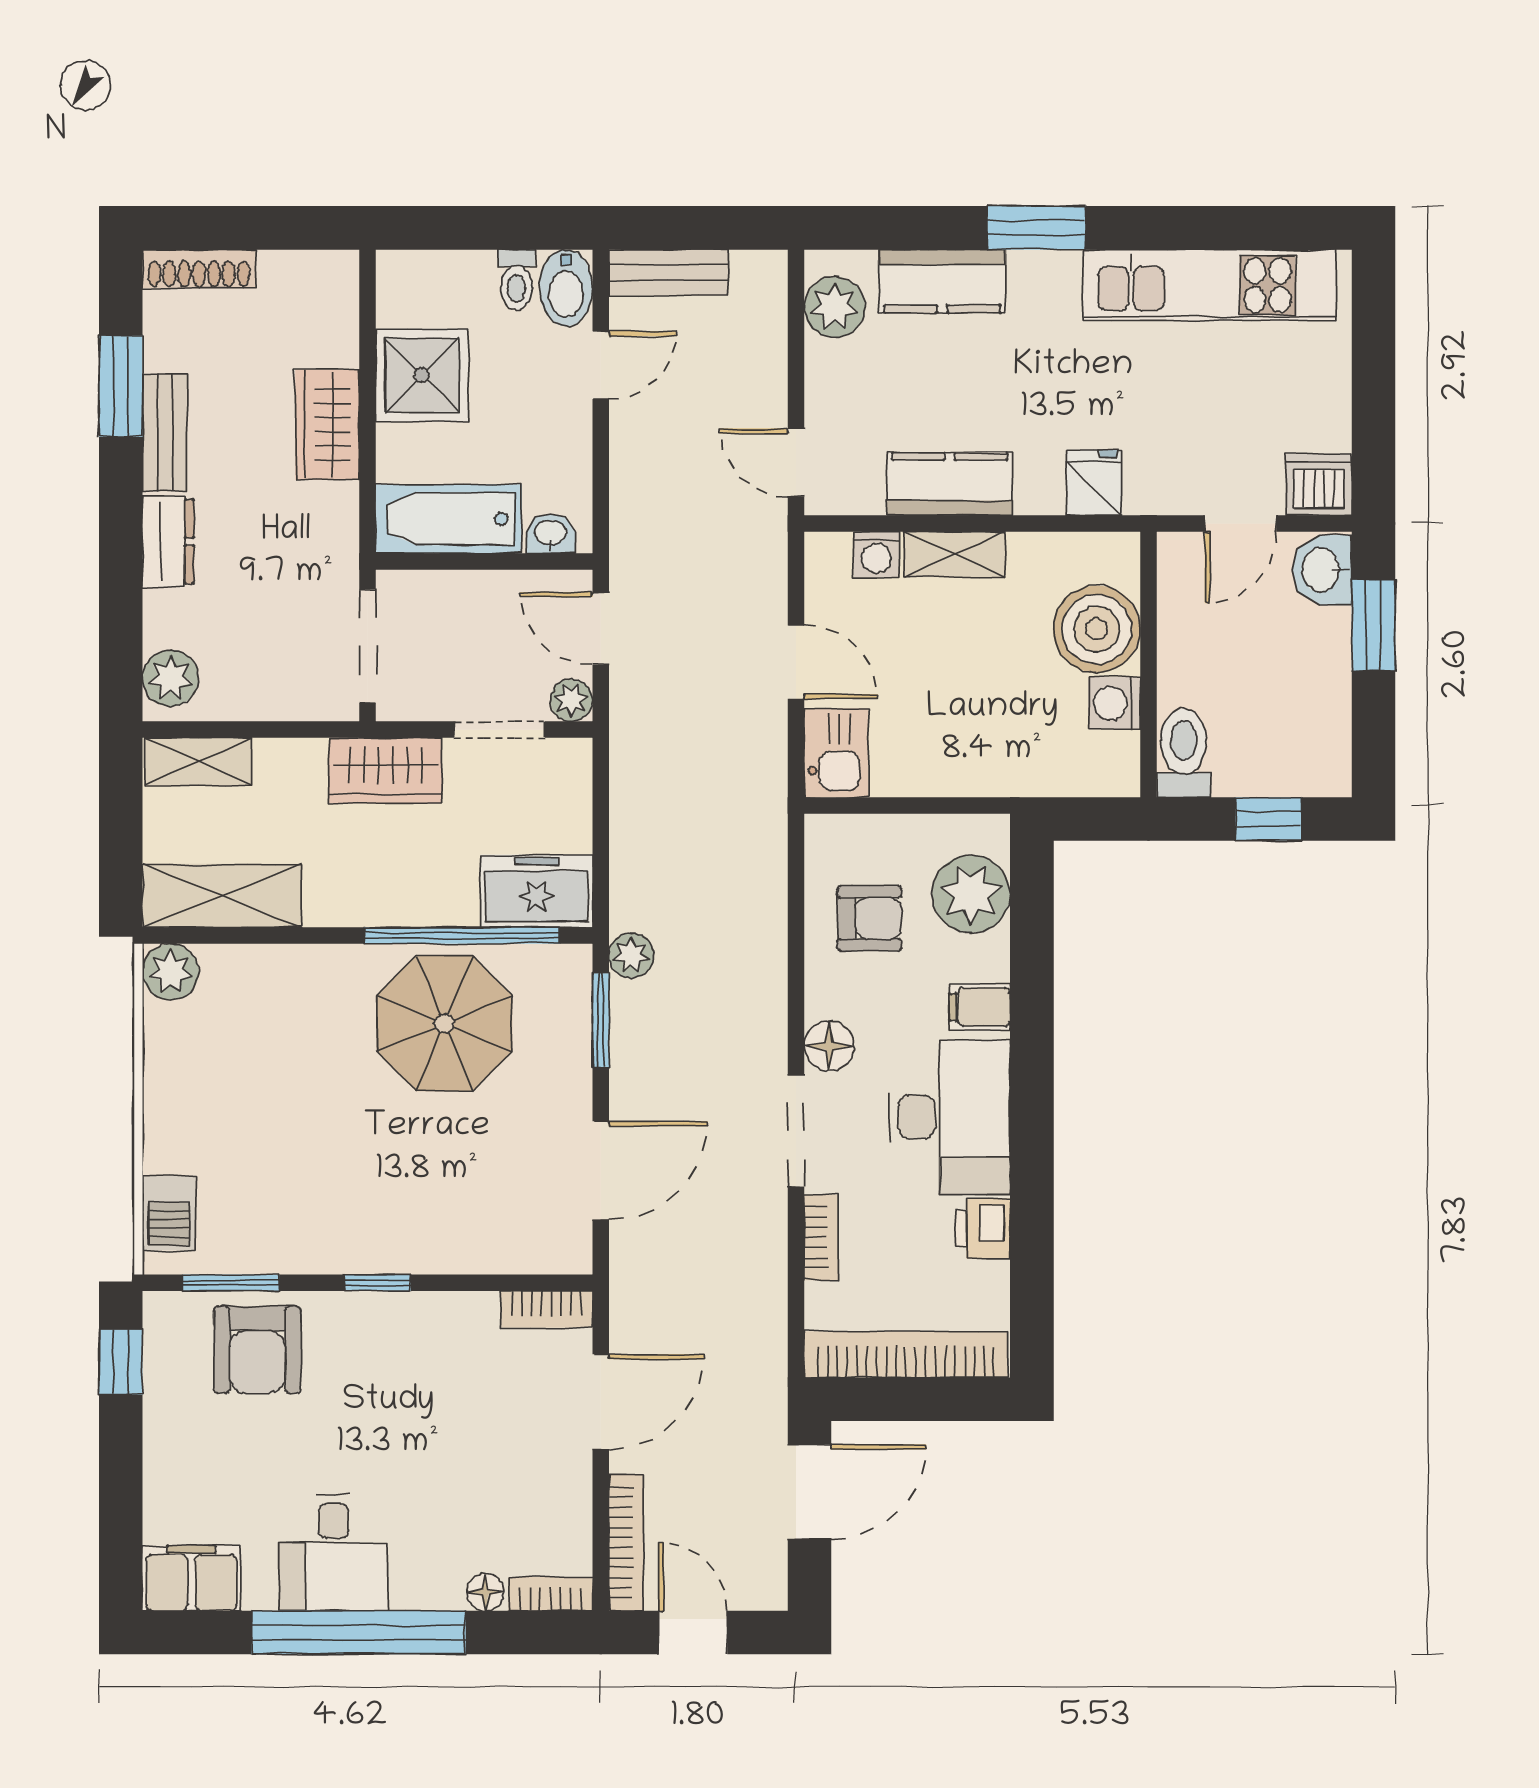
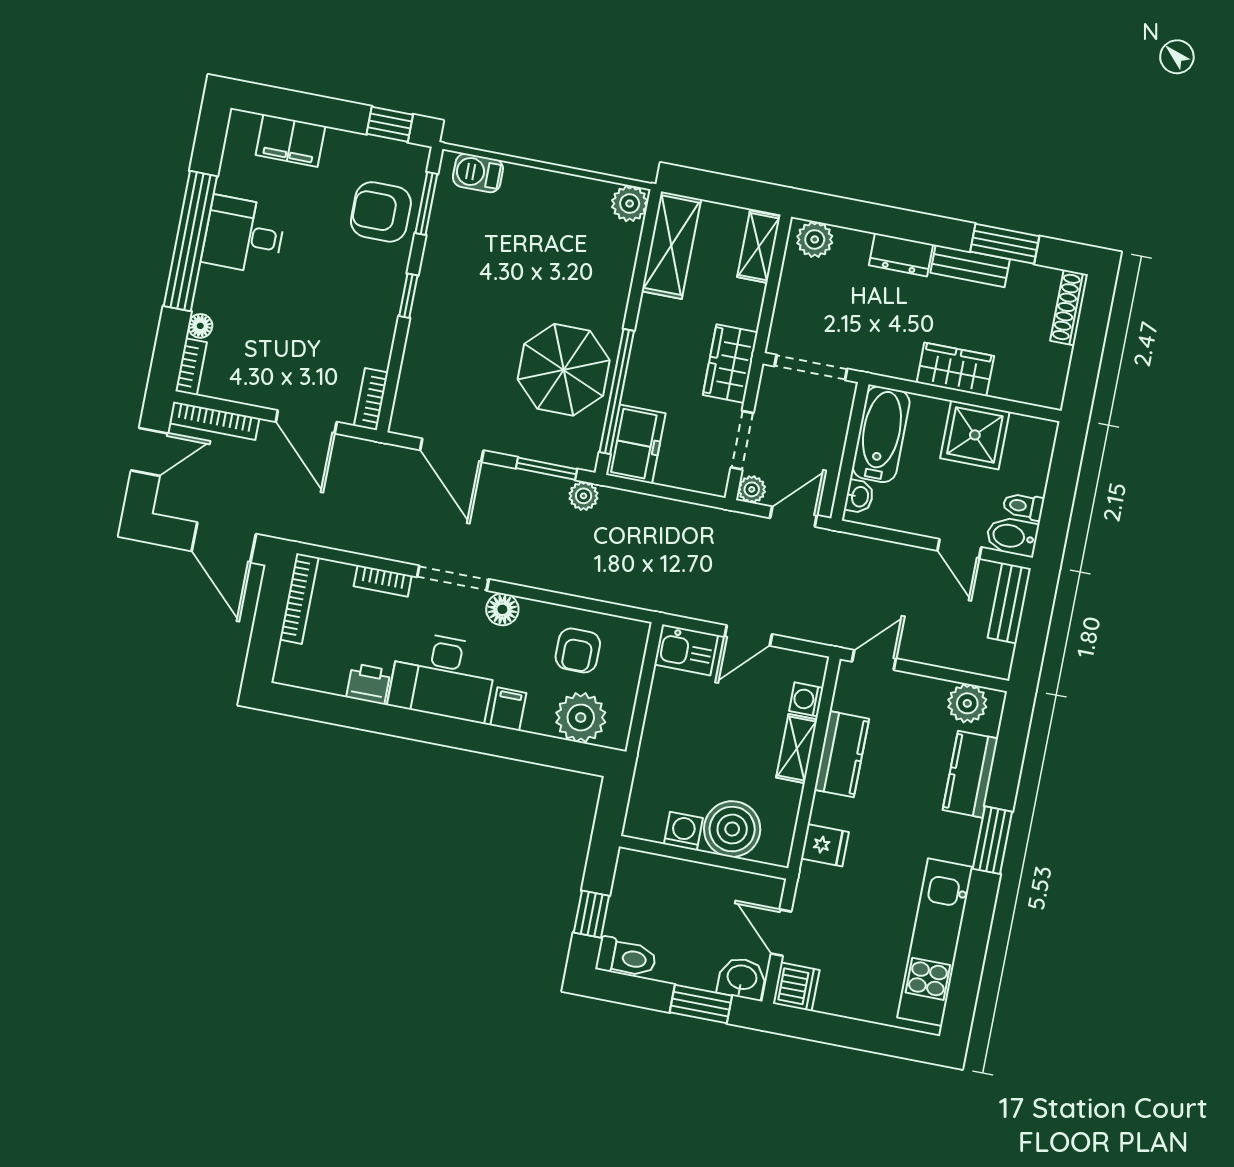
toilet: (1184, 753) -> (626, 958), moved
bookcase: (906, 1354) -> (299, 599), width x0.68, depth x0.76
filing cabinet: (191, 1578) -> (291, 141), moved, turned 90

